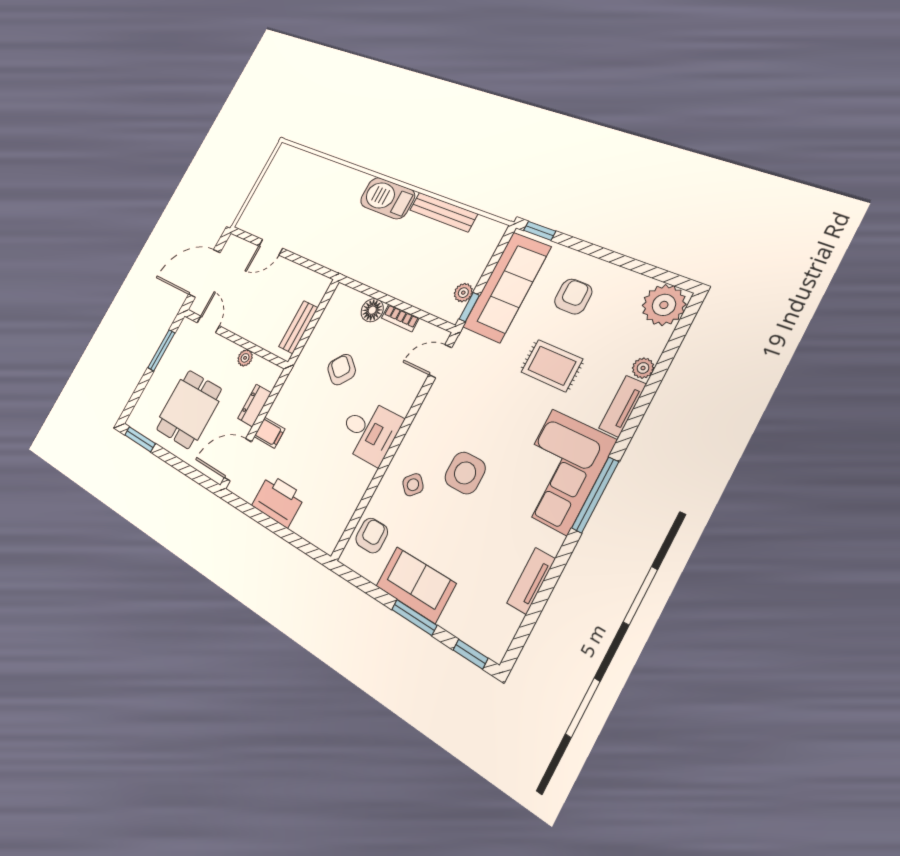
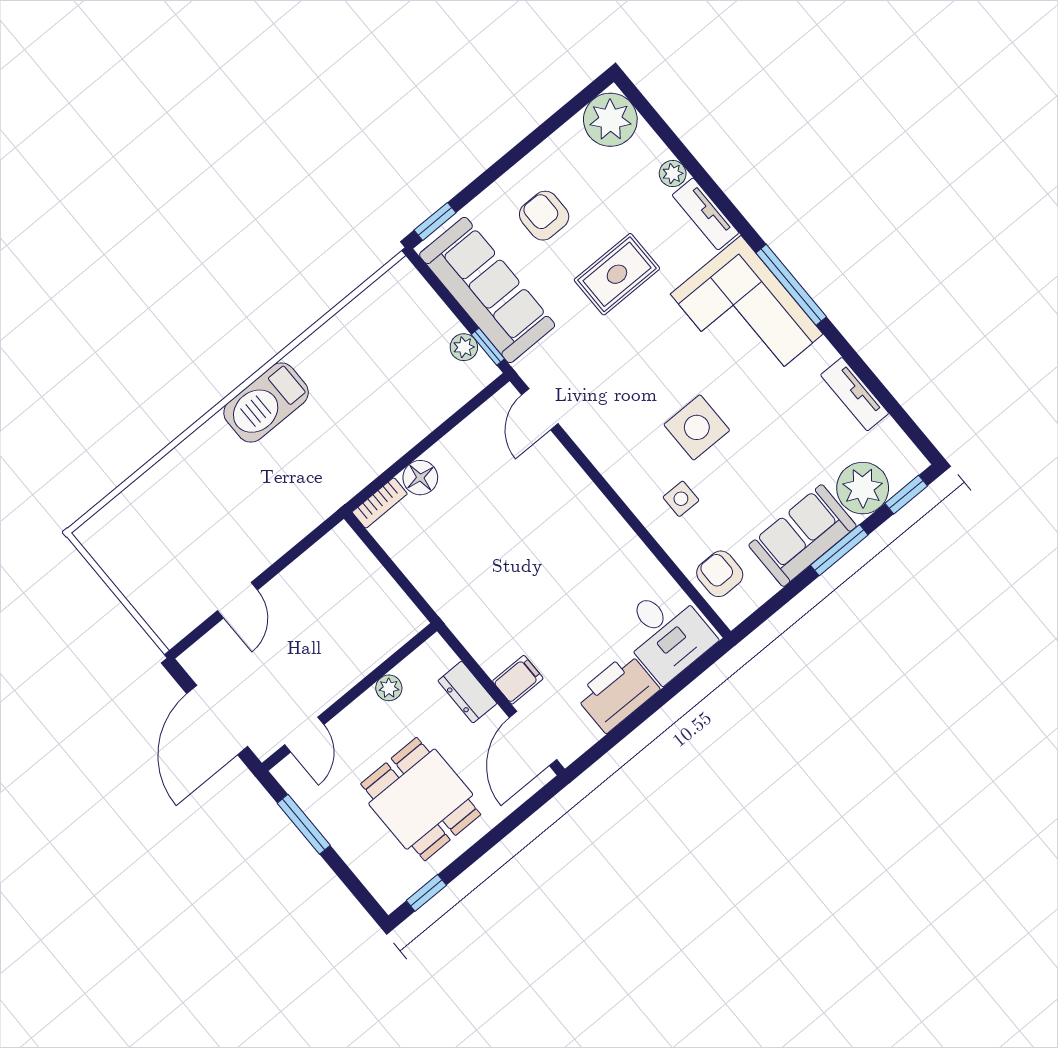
bench: (443, 212) -> (334, 333), removed
bookcase: (400, 318) -> (380, 503), moved
door: (208, 324) -> (304, 735), swing flipped
bench: (298, 327) -> (386, 593), removed
armchair: (342, 370) -> (482, 547), removed
desk: (369, 431) -> (666, 633), moved, turned 90
window: (140, 439) -> (426, 893), width x0.67
side table: (413, 485) -> (681, 499), turned 45
plant: (464, 617) -> (863, 488), added

